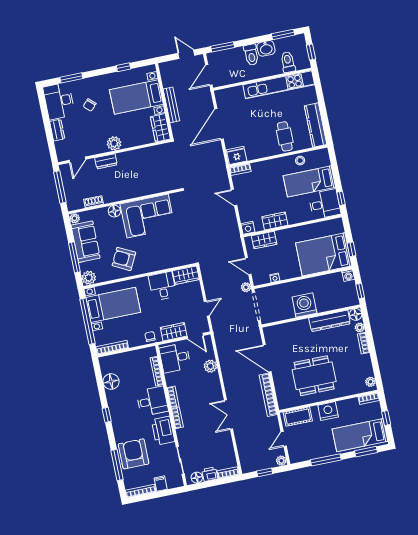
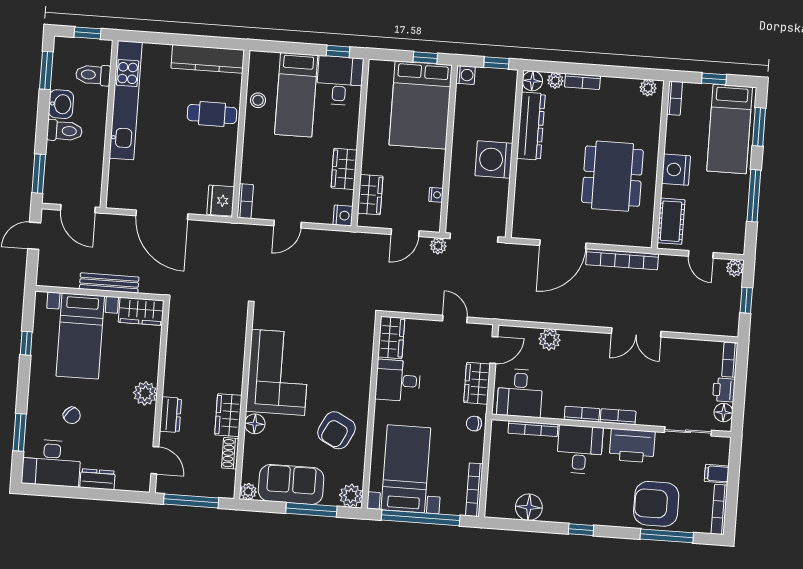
wardrobe: (115, 195) -> (228, 415), added

